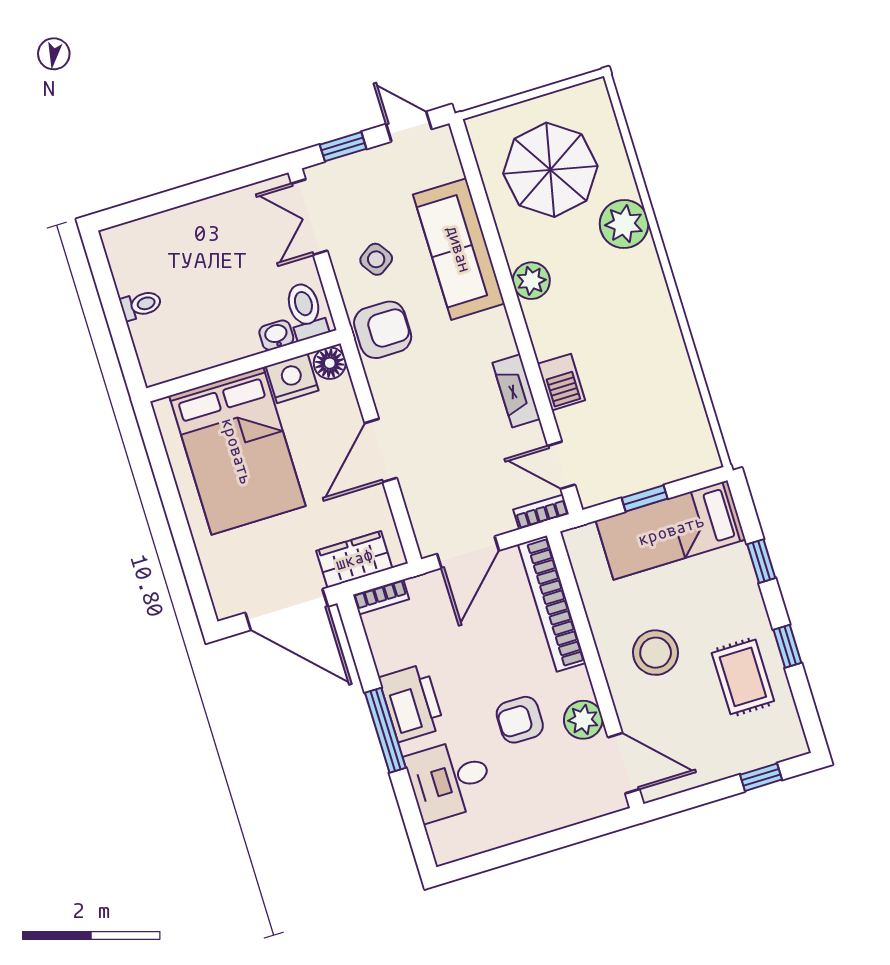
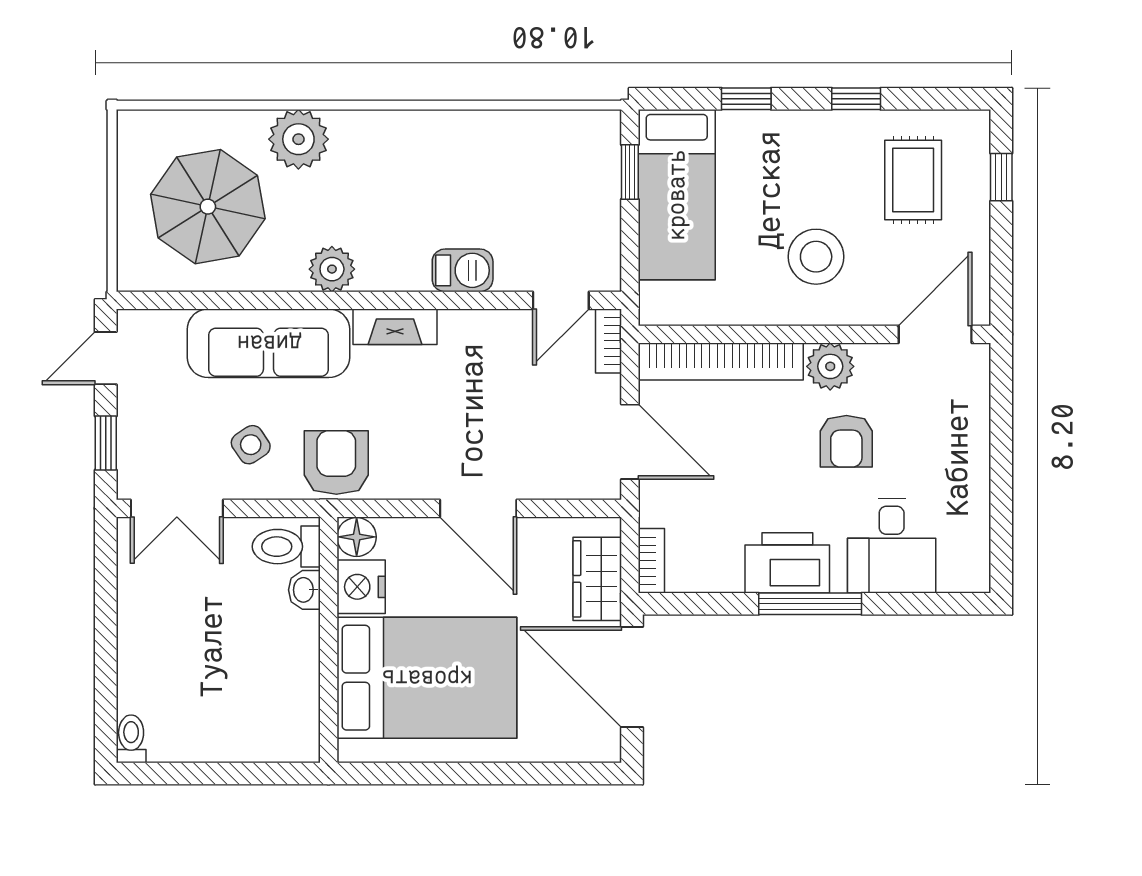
toilet: (141, 305) -> (131, 739), moved
fireplace: (516, 391) -> (395, 327), moved
window: (645, 498) -> (630, 172), moved
door: (287, 610) -> (632, 677), swing flipped
rug: (743, 677) -> (913, 180), moved, turned 90
plant: (583, 720) -> (830, 366), moved

